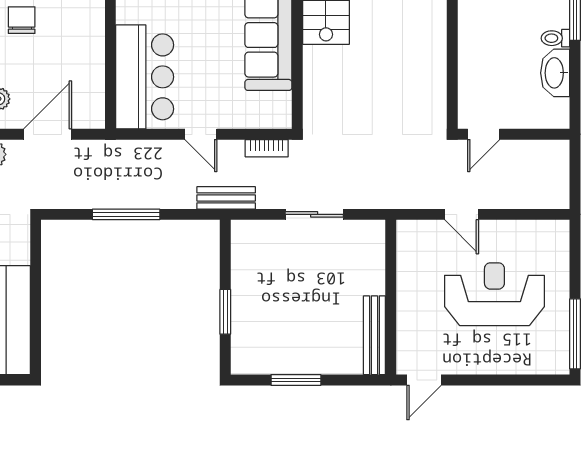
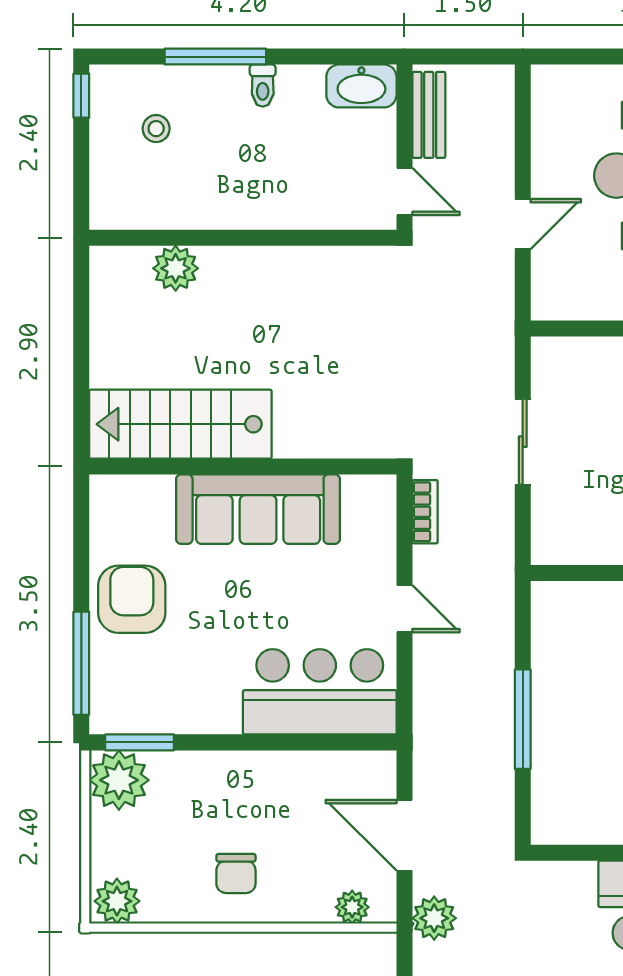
chair: (22, 20) -> (236, 873), turned -90
washbasin: (555, 73) -> (361, 86), moved
door: (201, 134) -> (404, 609), hinge flipped
bench: (226, 198) -> (429, 115), moved

